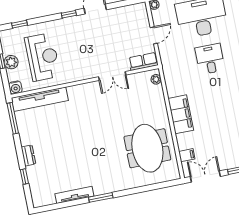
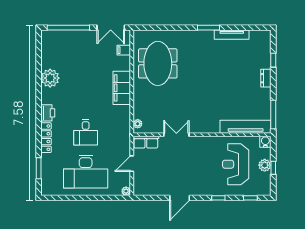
window: (69, 14) -> (218, 198), moved

